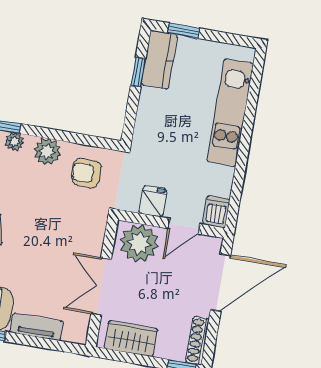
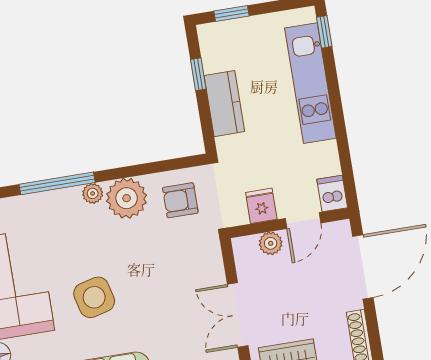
kitchen counter: (159, 59) -> (224, 104), moved
window: (257, 73) -> (324, 32), added
plant: (47, 152) -> (127, 198), width x1.36, depth x1.36
plant: (139, 243) -> (271, 243), width x0.53, depth x0.53

